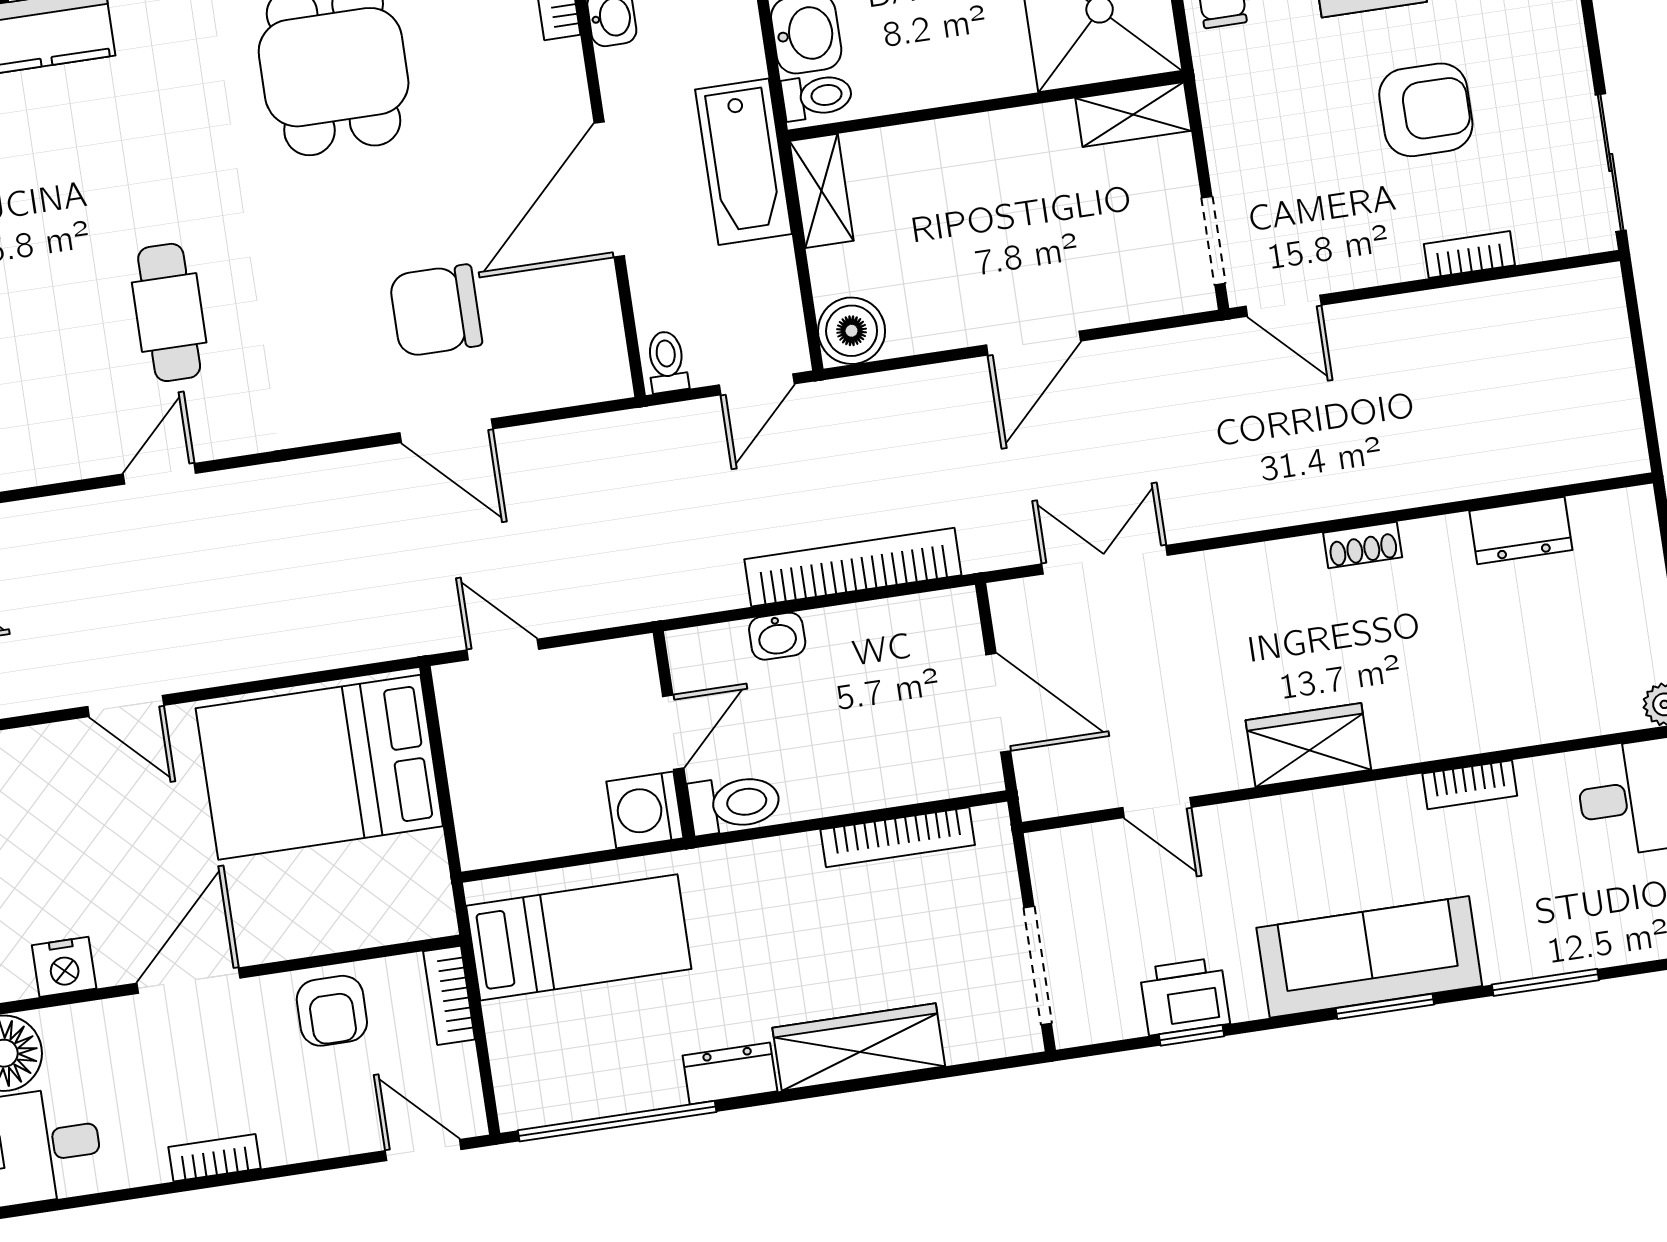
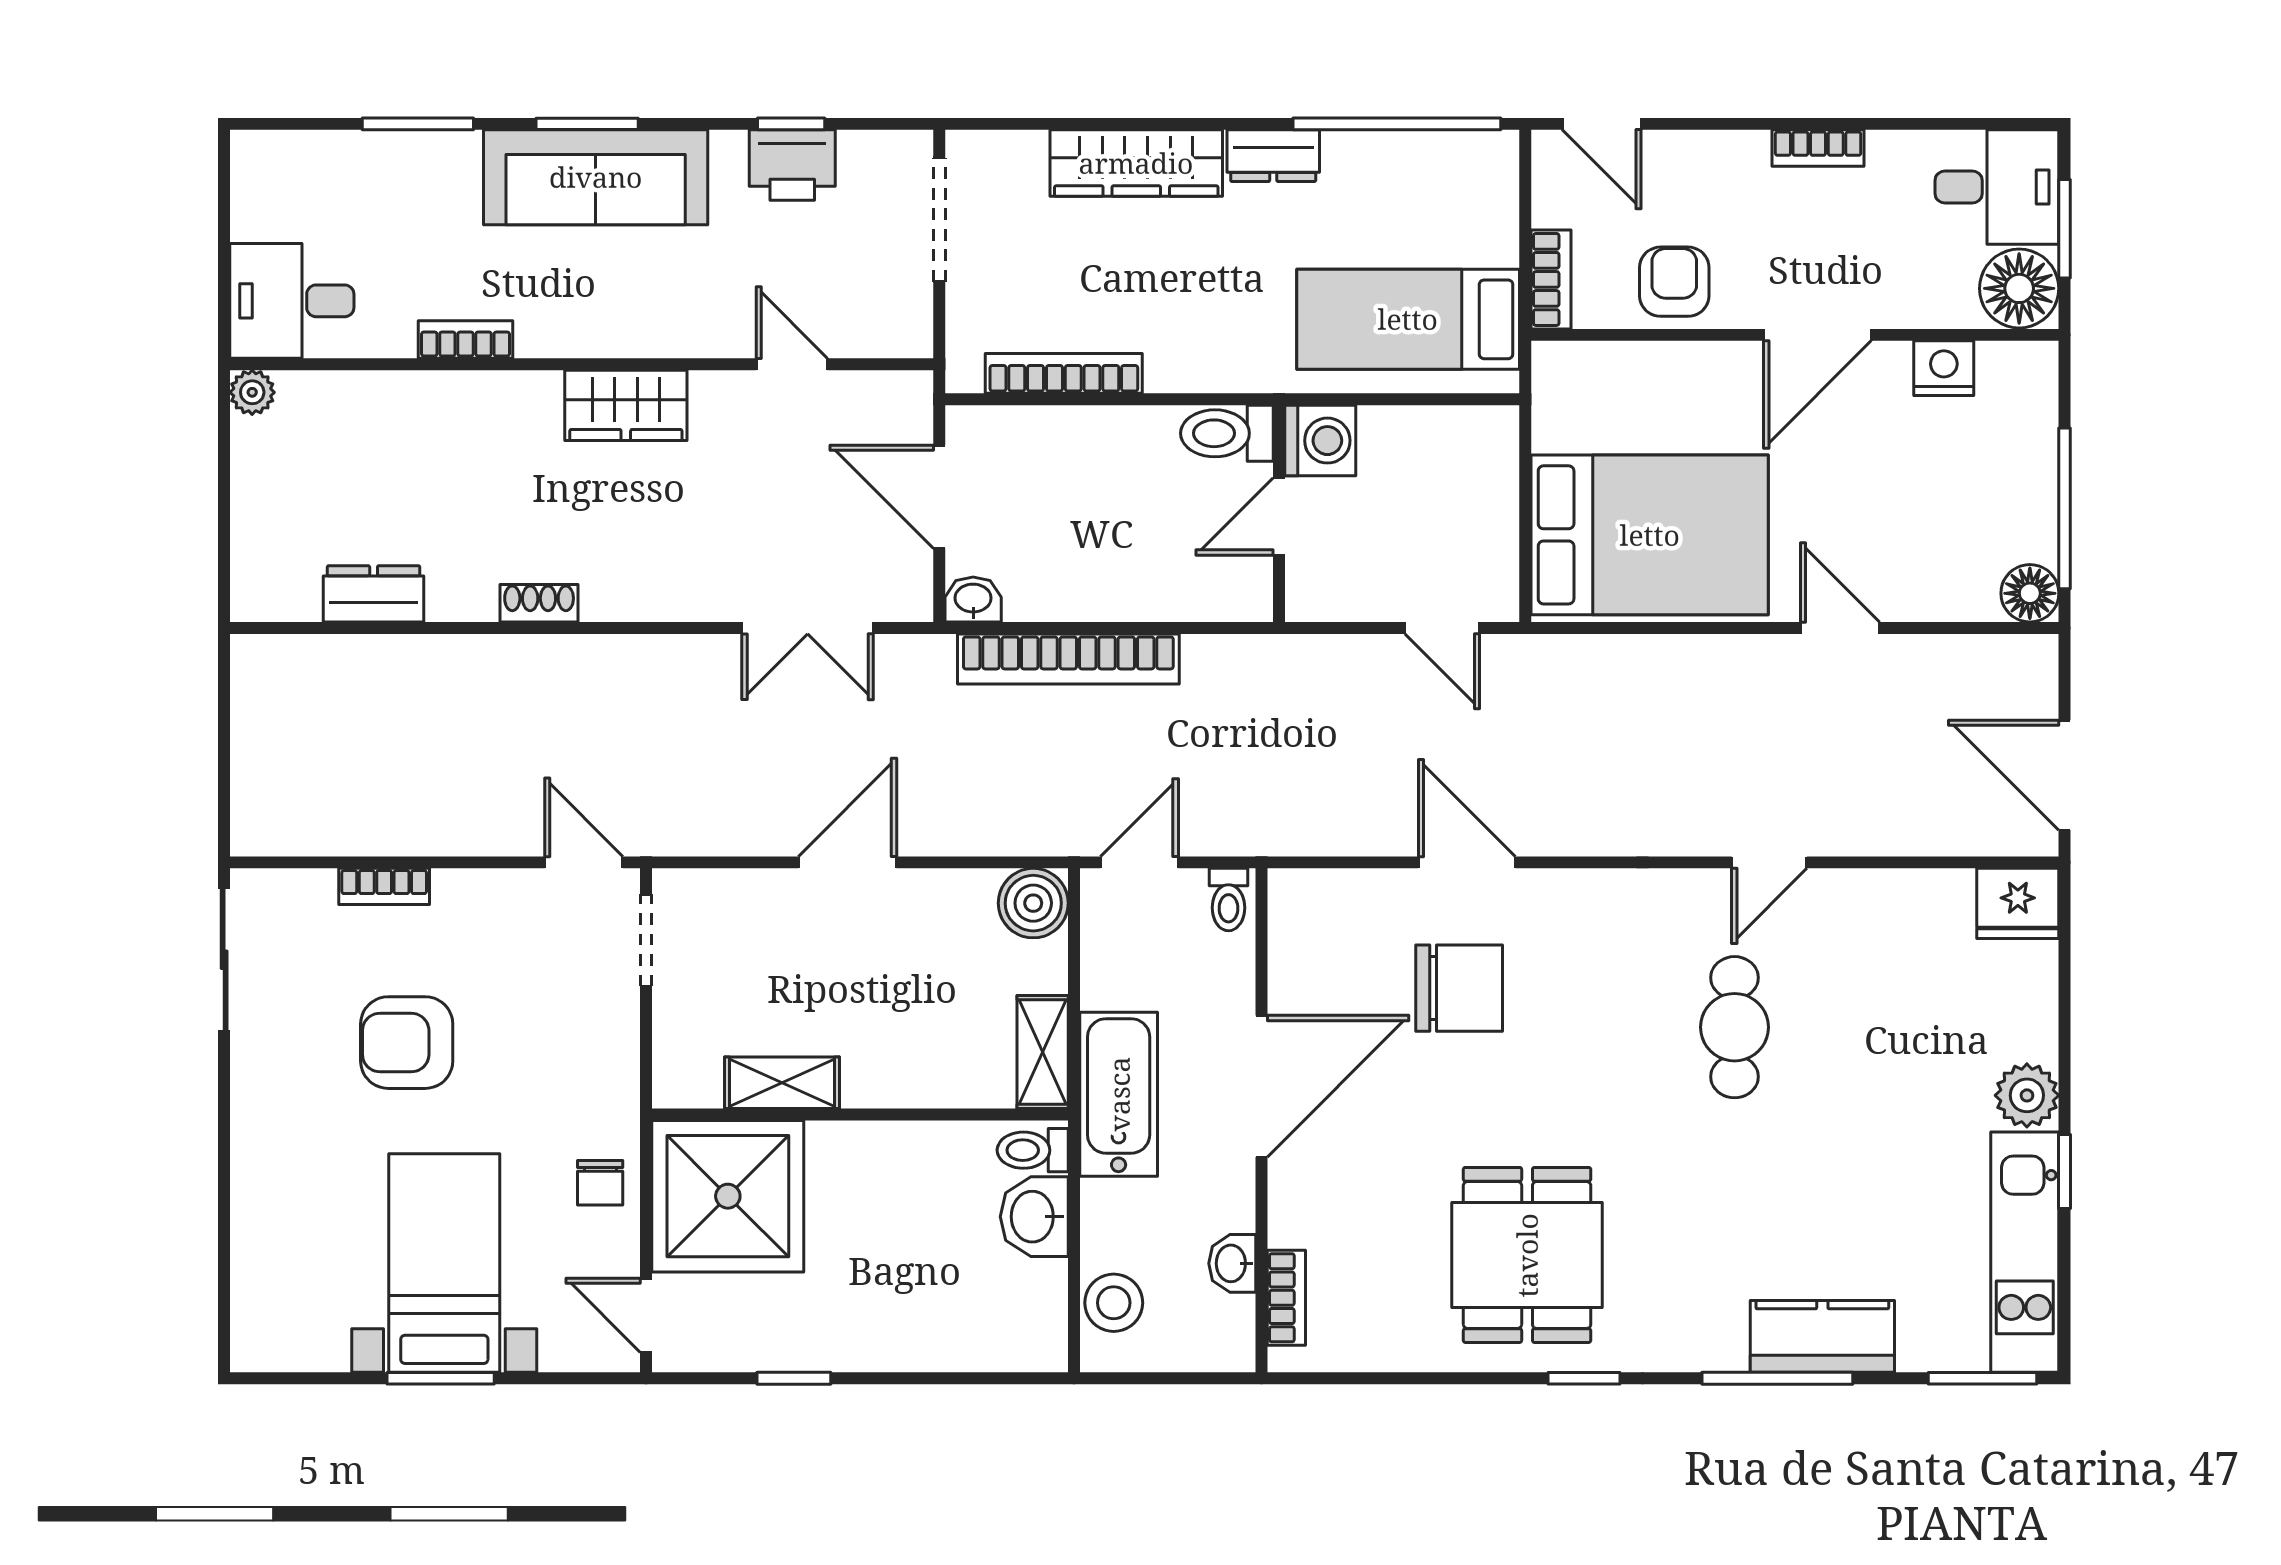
shelving: (1133, 114) -> (782, 1083), moved
washbasin: (777, 636) -> (973, 599), moved

